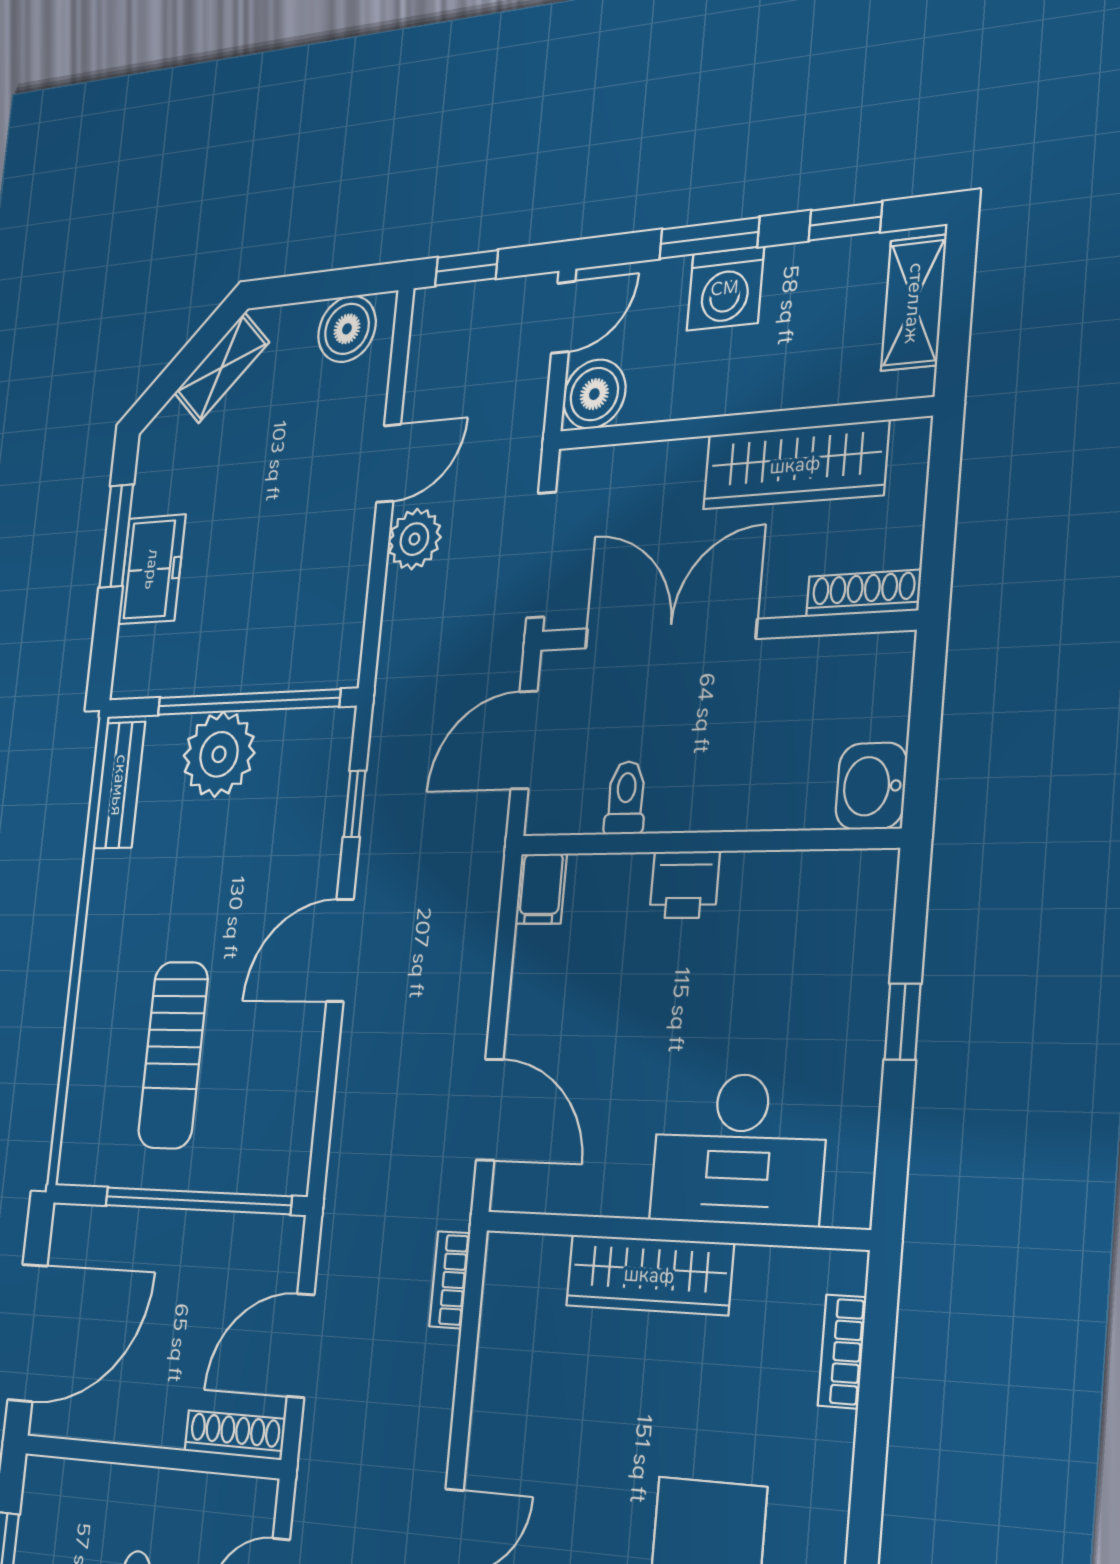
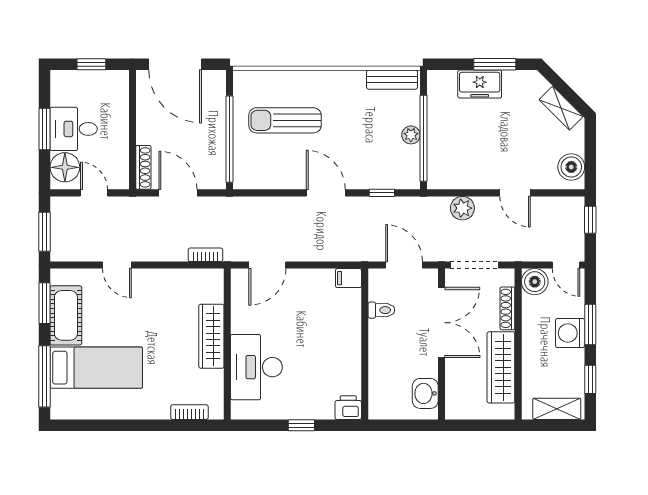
plant: (414, 539) -> (462, 208), moved
shoe rack: (863, 593) -> (507, 308), moved, turned 180
plant: (219, 754) -> (411, 135), width x0.53, depth x0.53
washbasin: (871, 786) -> (425, 393), moved, turned -90
printer: (684, 885) -> (348, 408), moved, turned 90

